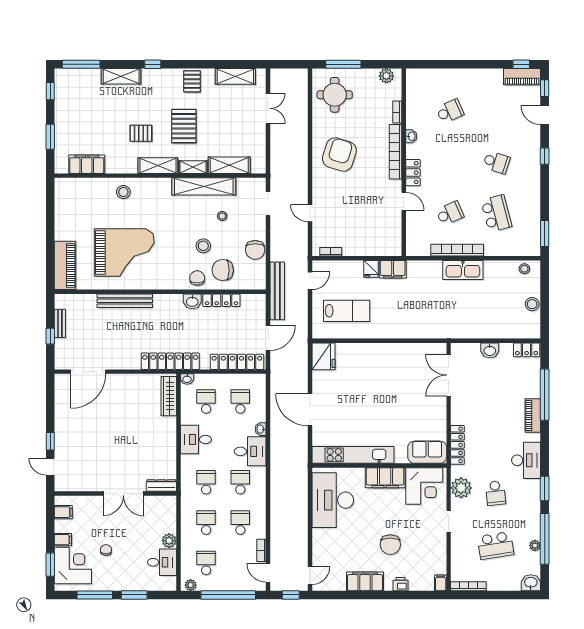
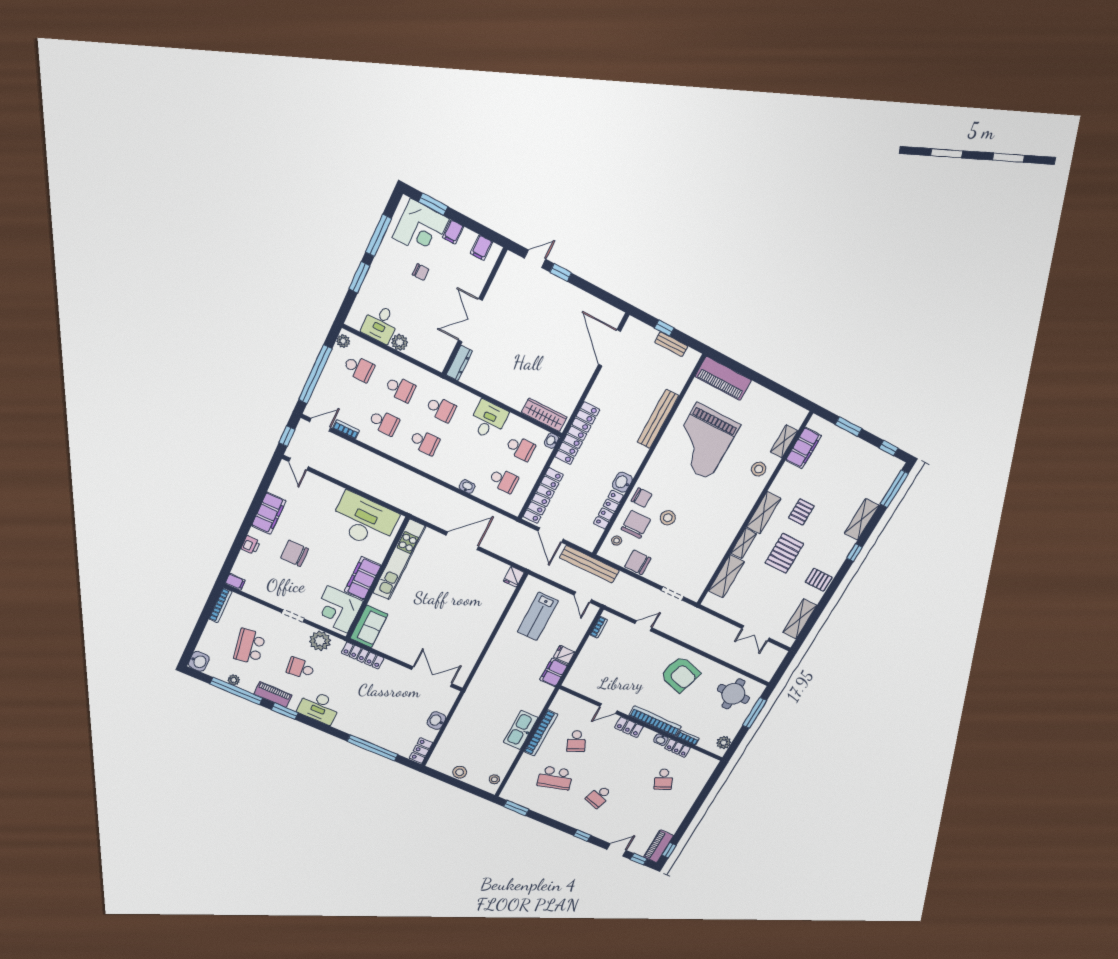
locker: (412, 116) -> (678, 748), added
pallet: (184, 126) -> (784, 553), turned 90
shelving: (204, 186) -> (784, 441), moved, width x0.45, depth x0.75
stool: (222, 216) -> (617, 541), moved
fridge: (324, 356) -> (514, 577), width x0.53, depth x0.75
piano: (533, 416) -> (273, 694), moved
desk: (250, 451) -> (450, 466), removed

